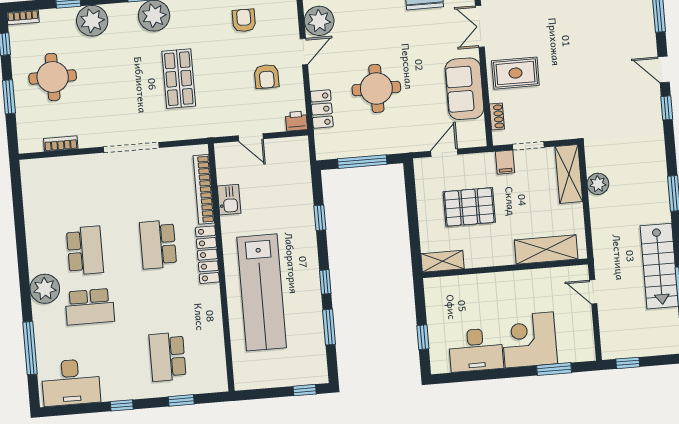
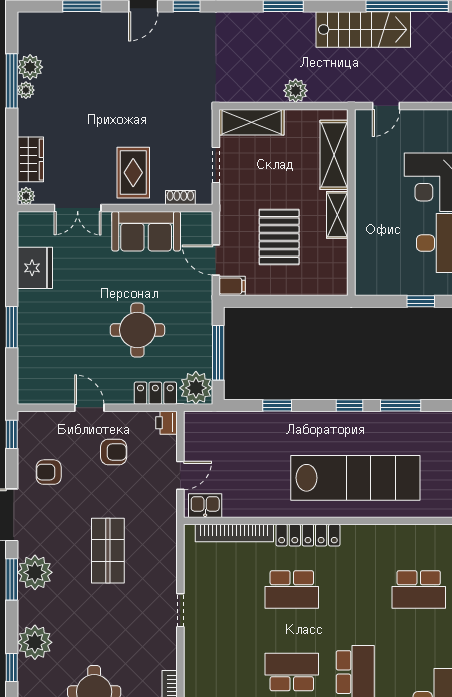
plant: (319, 21) -> (196, 388), moved
shop shelf: (179, 79) -> (108, 551), turned 90
doorway: (131, 147) -> (180, 610), width x0.53
filing cabinet: (505, 162) -> (232, 286), moved
plant: (598, 184) -> (296, 91), moved
kitchen sink: (229, 200) -> (205, 506), moved
shelving: (442, 261) -> (337, 215), moved

